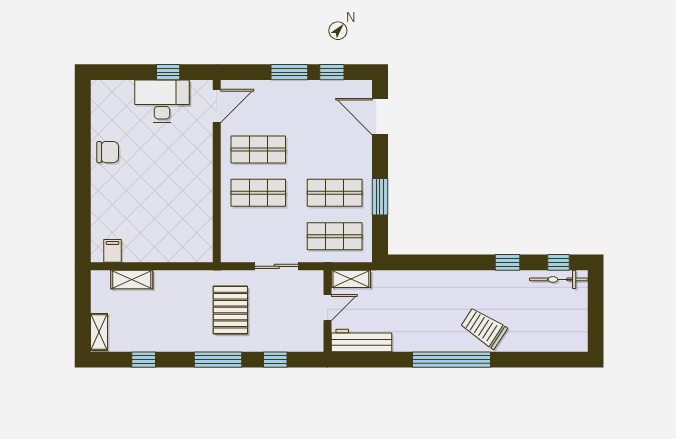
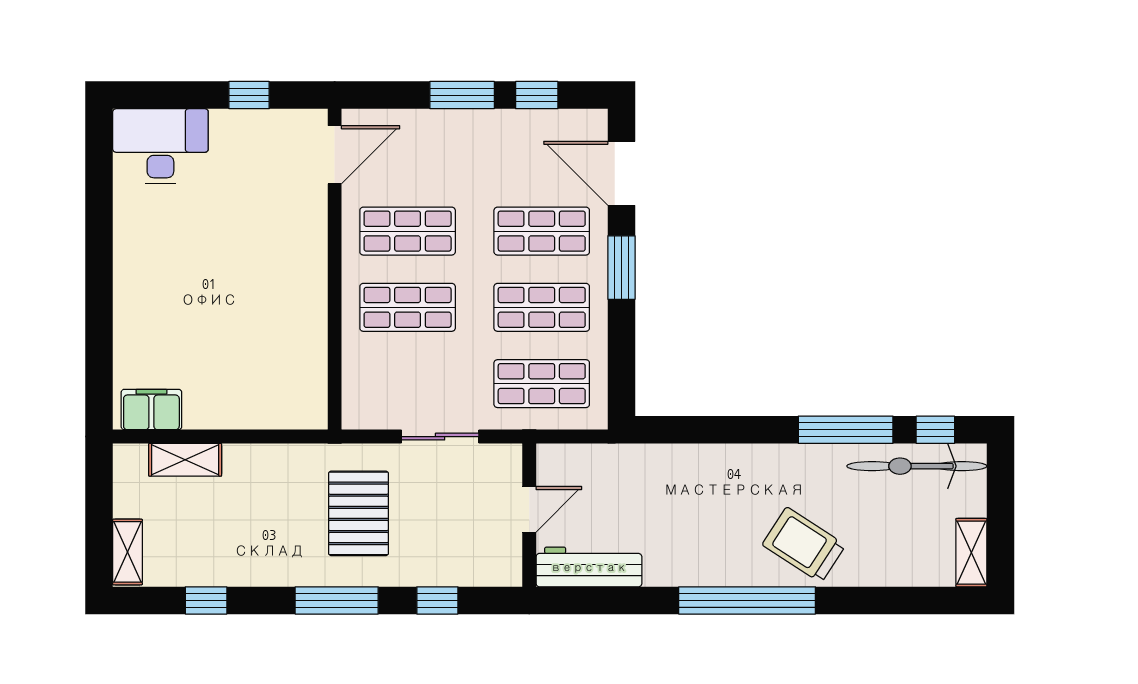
desk: (162, 101) -> (160, 146), moved
shop shelf: (335, 149) -> (542, 231), added
chair: (108, 152) -> (143, 236), removed
window: (380, 197) -> (621, 268), moved
filing cabinet: (113, 251) -> (151, 410), width x2.00
window: (508, 262) -> (846, 430), width x2.17
shelving: (351, 279) -> (971, 553), moved, turned 90
bicycle: (559, 279) -> (917, 466), width x1.37, depth x1.40

